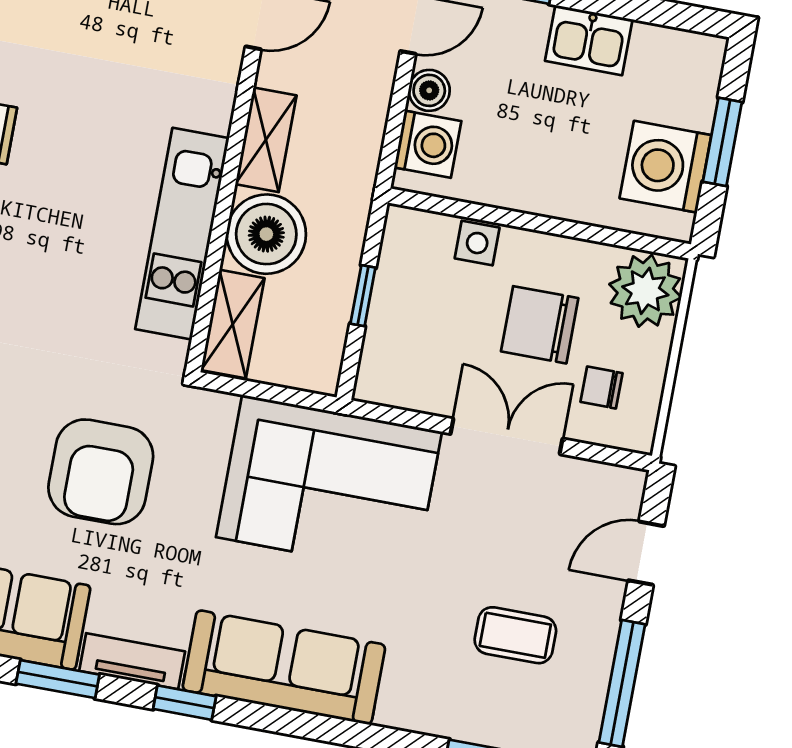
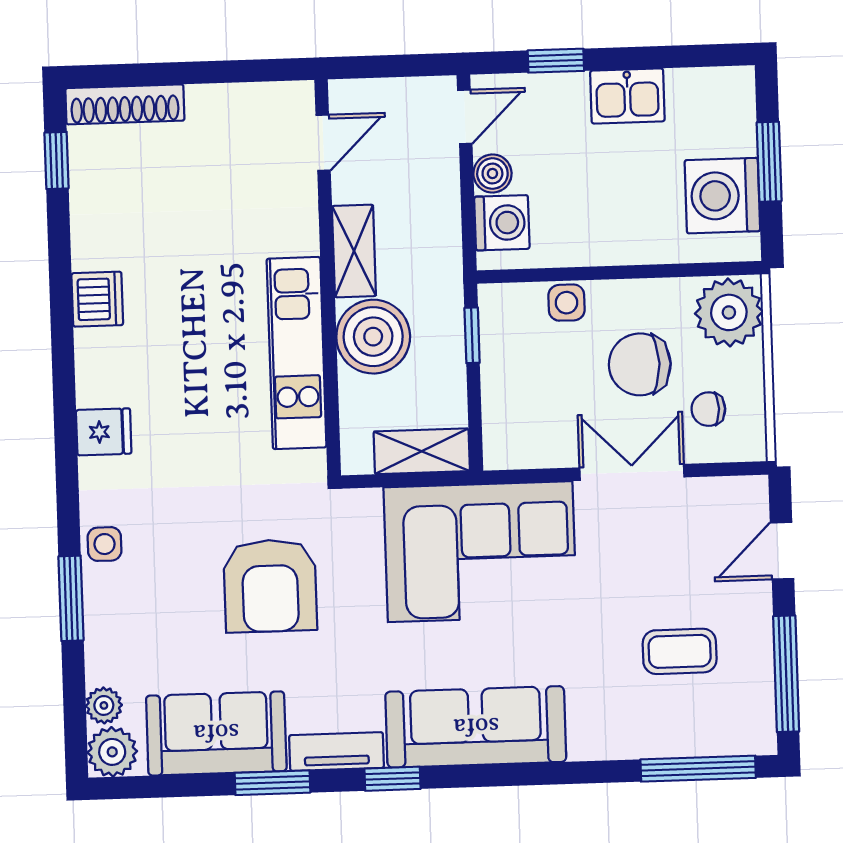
window: (363, 296) -> (472, 335), moved
shelving: (233, 324) -> (422, 451), moved, turned 90

